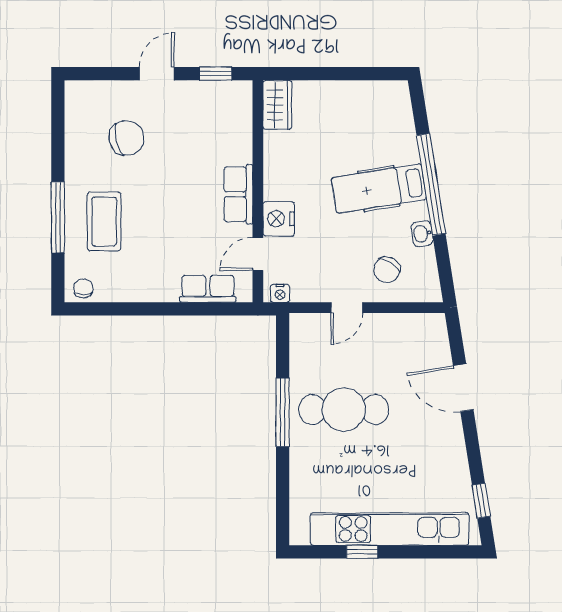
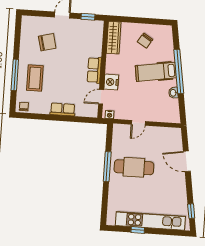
wardrobe: (277, 105) -> (114, 38), width x1.50
chair: (387, 270) -> (145, 41), moved
row of seats: (208, 289) -> (63, 109), moved

